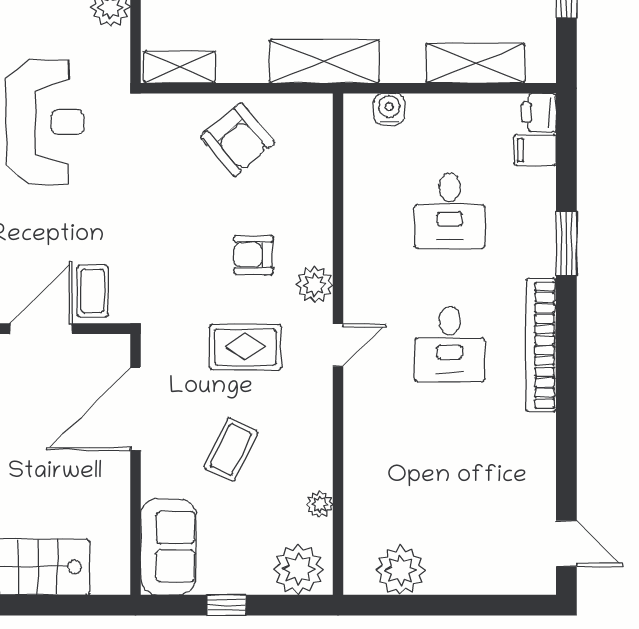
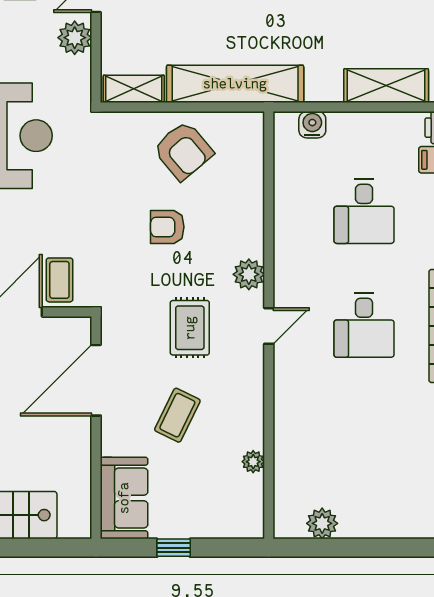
shelving: (324, 61) -> (235, 84), width x1.47
armchair: (254, 255) -> (167, 227), moved
rug: (245, 347) -> (190, 328), turned 90
plant: (298, 569) -> (235, 517), removed
plant: (400, 570) -> (322, 523), width x0.73, depth x0.73

